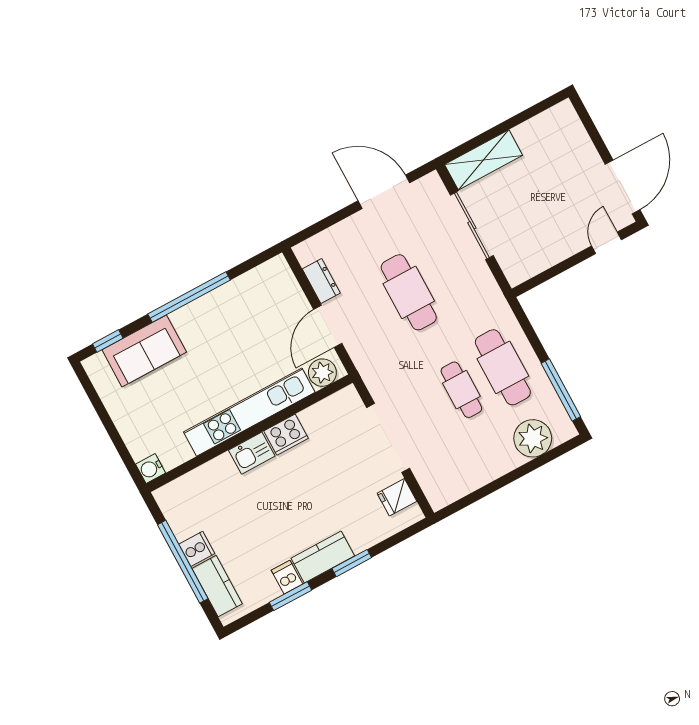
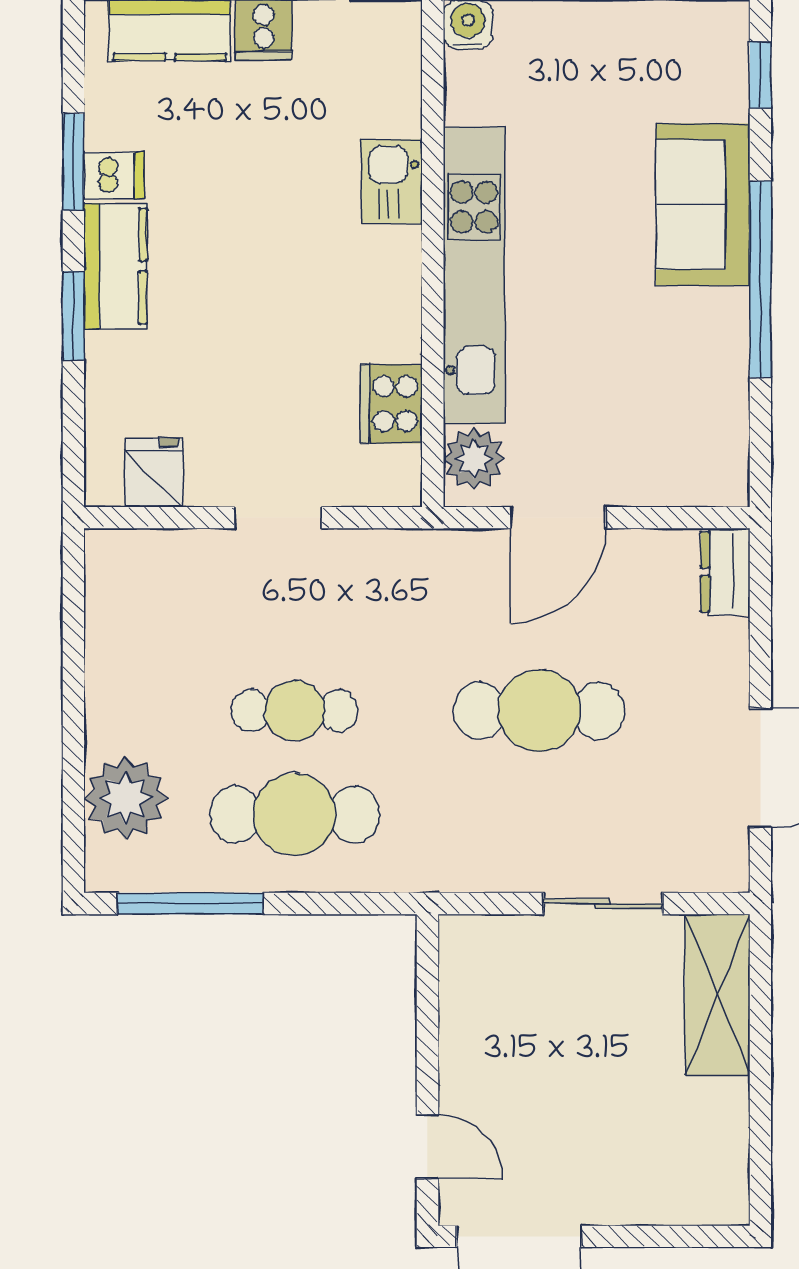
sliding door: (472, 225) -> (603, 903), width x0.73
dresser: (321, 281) -> (725, 572), moved, turned 90
door: (328, 326) -> (558, 518), swing flipped
sofa: (144, 351) -> (703, 205), moved
cooker: (286, 435) -> (392, 404), moved
doorway: (388, 438) -> (278, 518), width x0.53
kitchen sink: (252, 453) -> (392, 181), moved

